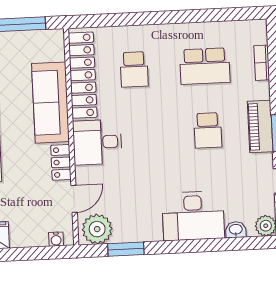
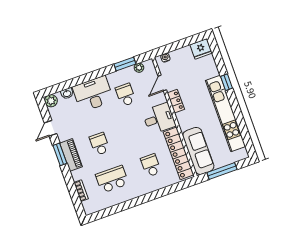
sofa: (50, 103) -> (198, 151), moved
school desk: (140, 198) -> (126, 95), added
plant: (97, 229) -> (139, 68), width x0.53, depth x0.53

